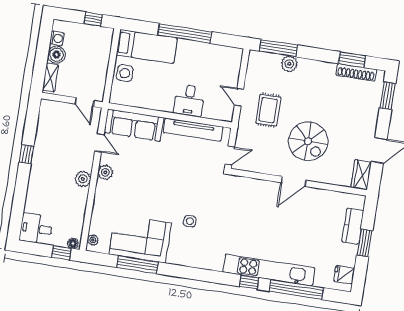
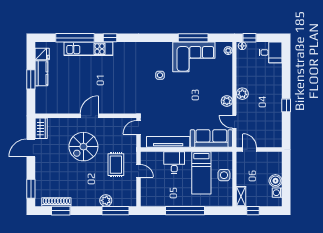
bed: (147, 47) -> (201, 173), moved, turned -90
shelving: (50, 78) -> (241, 196), moved
spiral stairs: (308, 141) -> (83, 147), turned -90
kitchen counter: (353, 226) -> (41, 73), moved
kitchen unit: (269, 270) -> (88, 49), width x0.73

